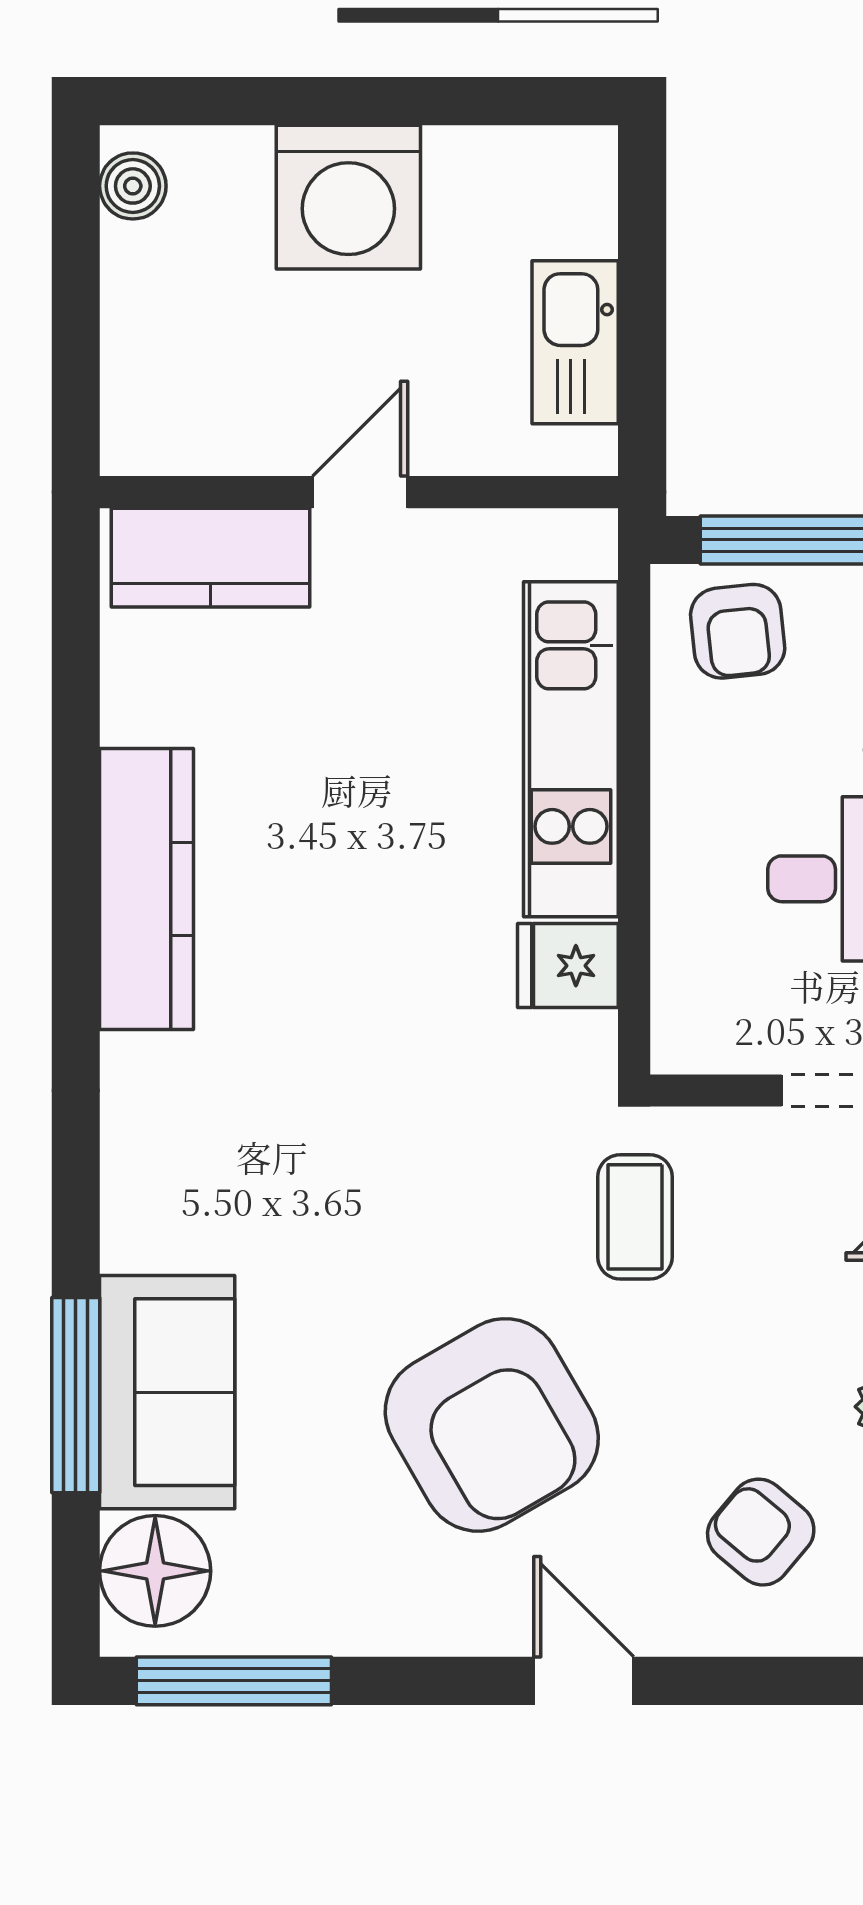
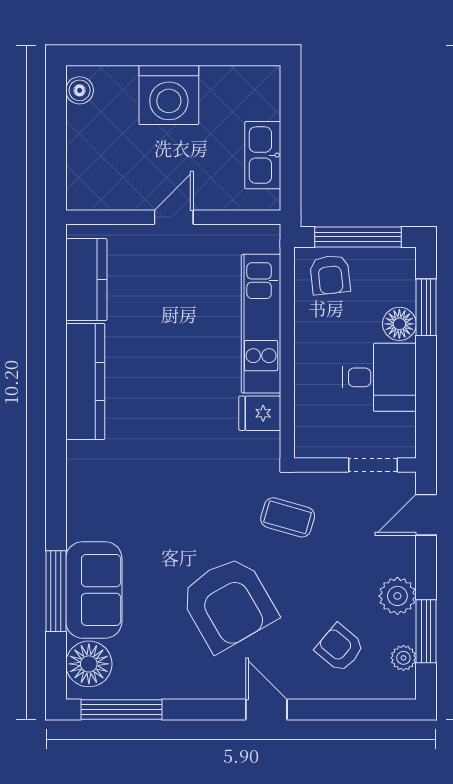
kitchen counter: (211, 558) -> (86, 280), moved, turned -90
coffee table: (635, 1217) -> (288, 517), turned -74

